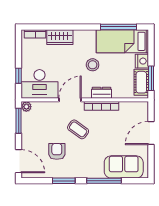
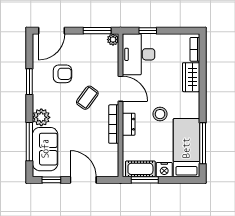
window: (151, 161) -> (51, 180), added
plant: (95, 170) -> (41, 117), added
window: (104, 181) -> (29, 142), moved

